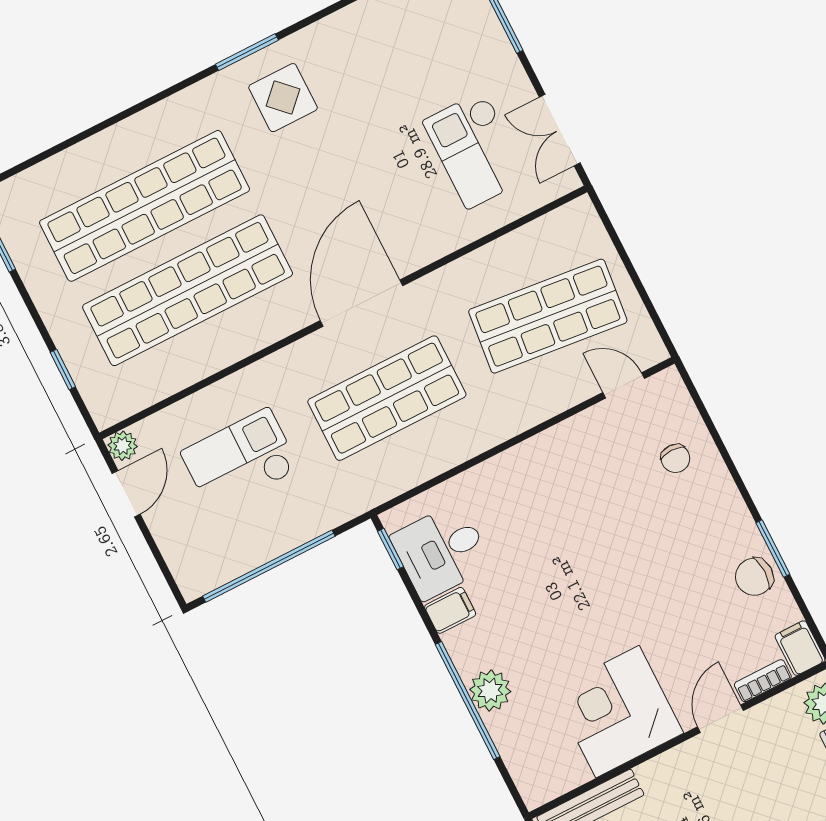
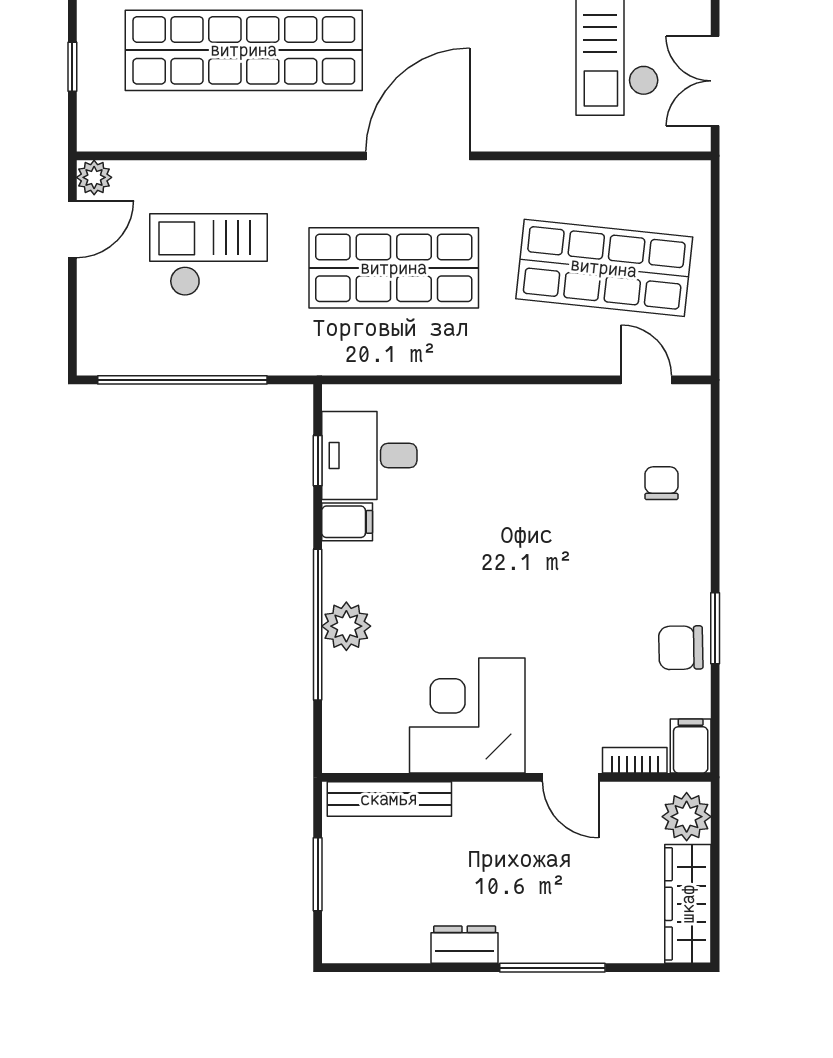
chair: (675, 458) -> (661, 483), turned 180
window: (391, 549) -> (318, 461), moved
door: (720, 719) -> (571, 777), swing flipped

